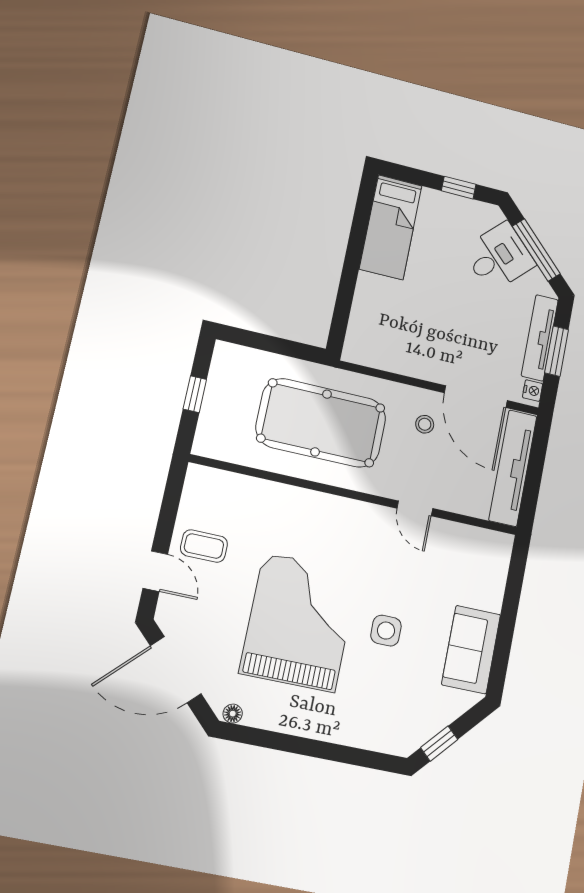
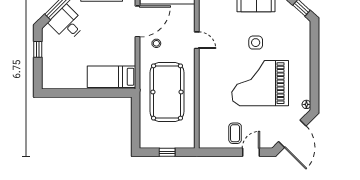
bed: (391, 227) -> (111, 77), moved, turned 180
door: (415, 508) -> (197, 40), hinge flipped

